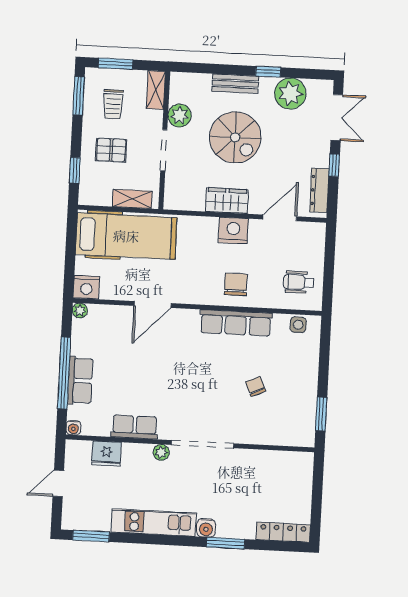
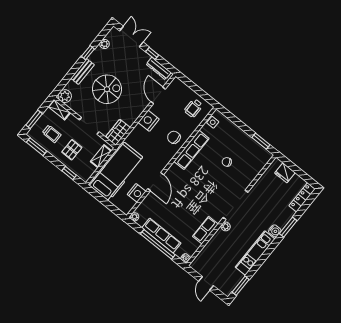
plant: (290, 94) -> (104, 44), width x0.53, depth x0.53
plant: (180, 115) -> (65, 96), moved
wardrobe: (227, 201) -> (118, 132), moved
nightstand: (86, 287) -> (137, 193), moved
row of seats: (80, 381) -> (161, 236), width x1.48
fridge: (106, 454) -> (285, 173), moved, turned 90

